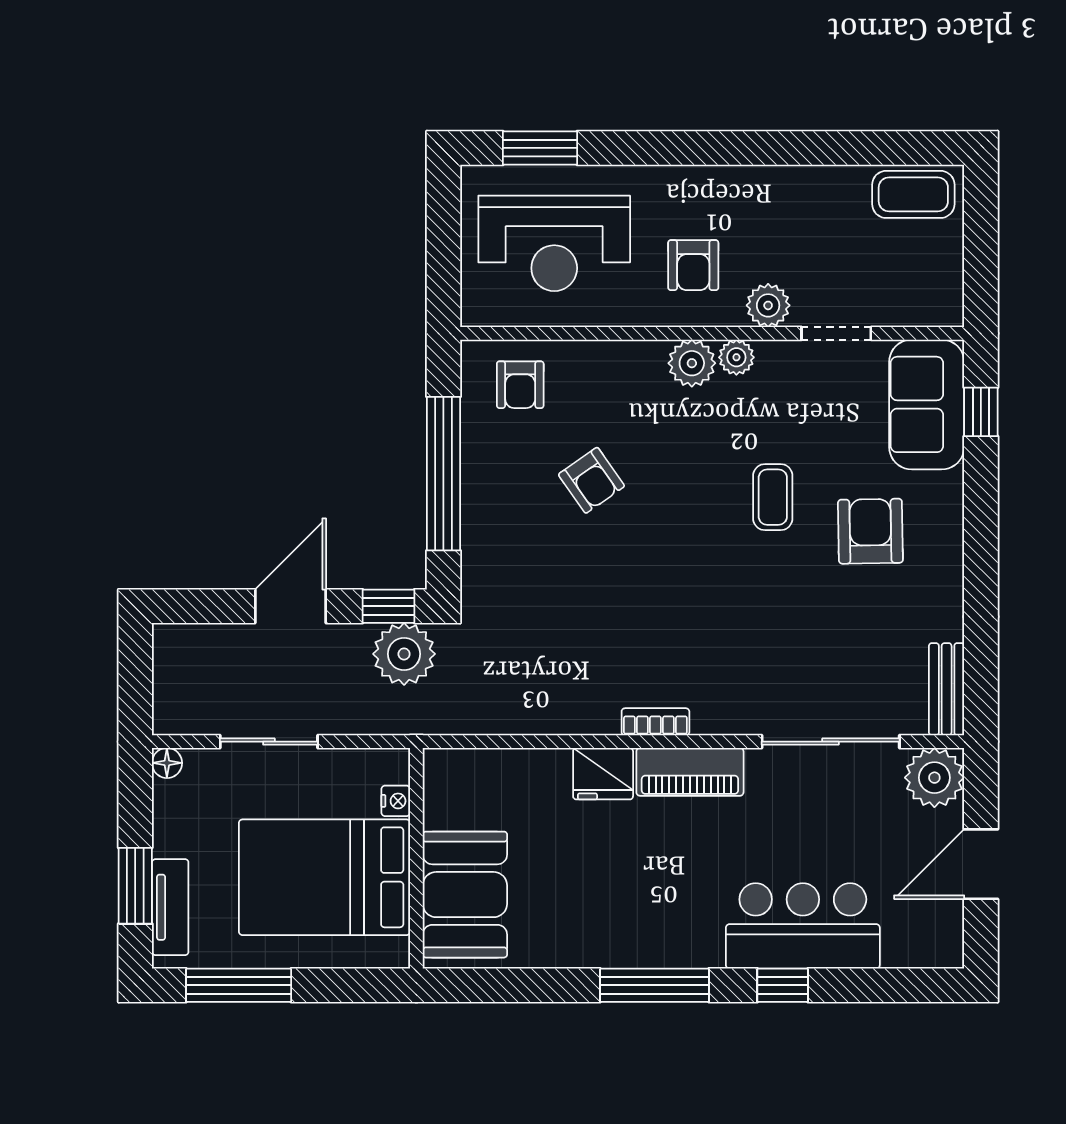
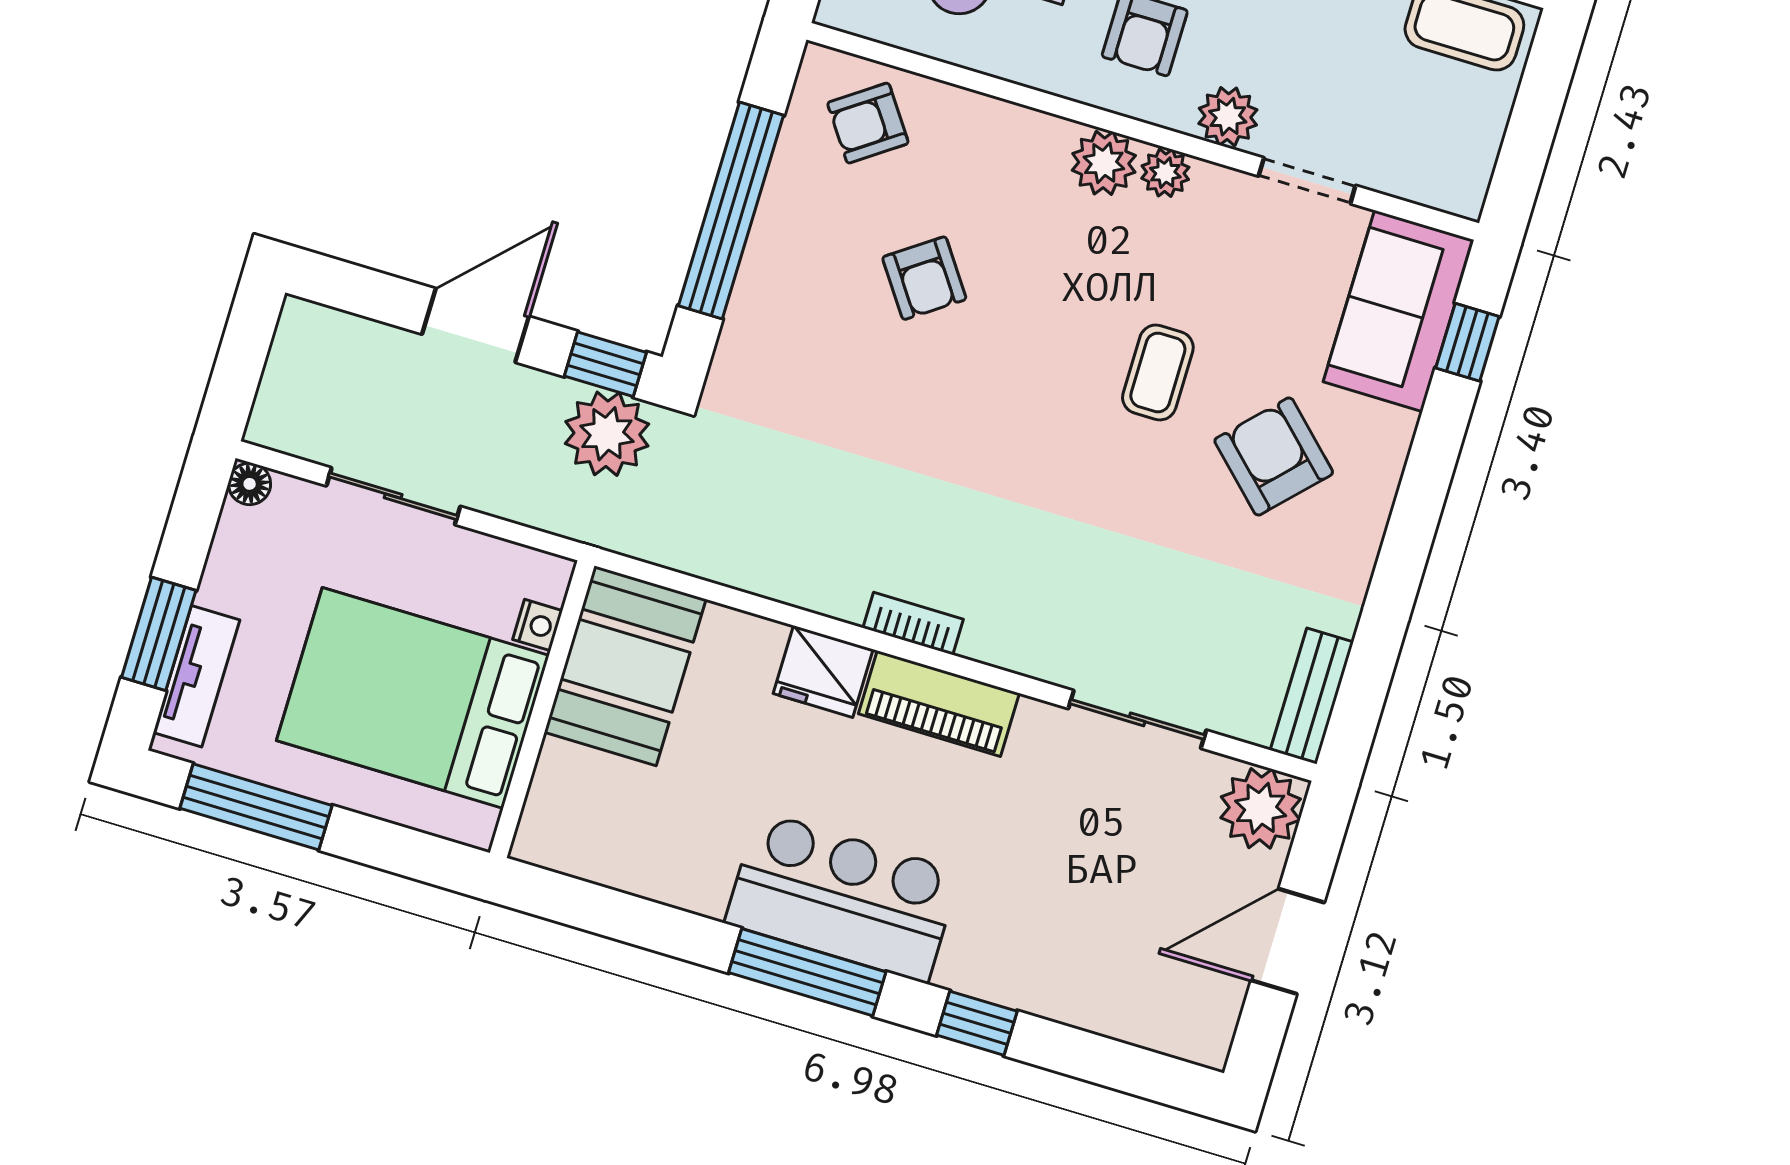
armchair: (520, 385) -> (868, 123), turned 55
armchair: (870, 531) -> (1274, 456), turned -45
sliding door: (831, 742) -> (1137, 719), width x0.73
booth: (465, 895) -> (625, 666), moved
bar counter: (803, 926) -> (843, 897), moved

